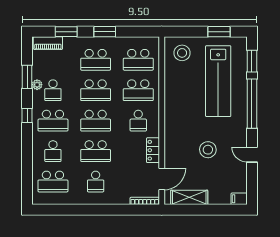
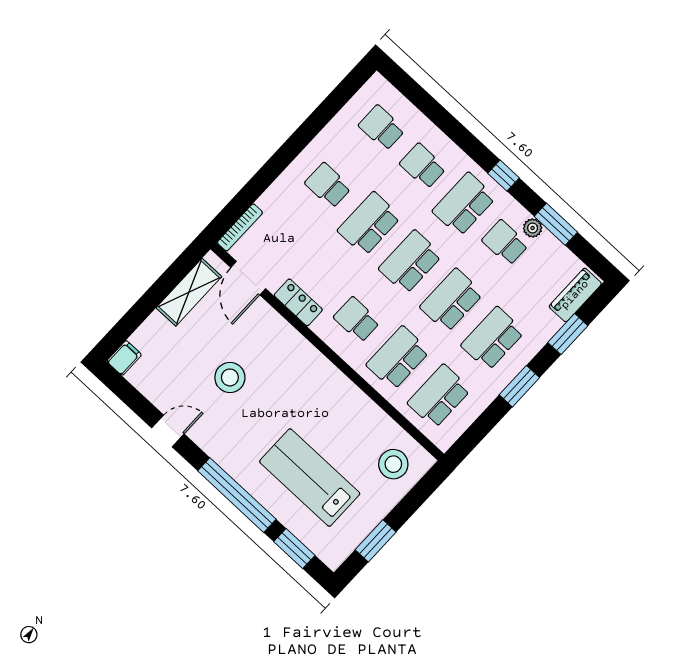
lab bench: (218, 81) -> (310, 478), width x0.73
school desk: (53, 182) -> (382, 128), width x0.54

